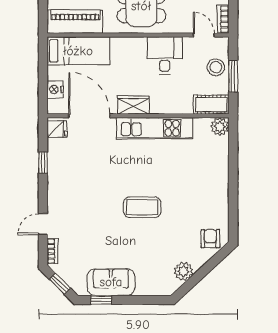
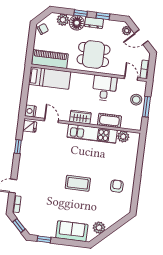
nightstand: (55, 90) -> (30, 111), moved
cot: (211, 105) -> (109, 121), moved
door: (89, 116) -> (51, 121), width x0.53
plant: (220, 127) -> (123, 137), moved
armchair: (210, 239) -> (117, 186), moved
sofa: (111, 282) -> (72, 231), moved

